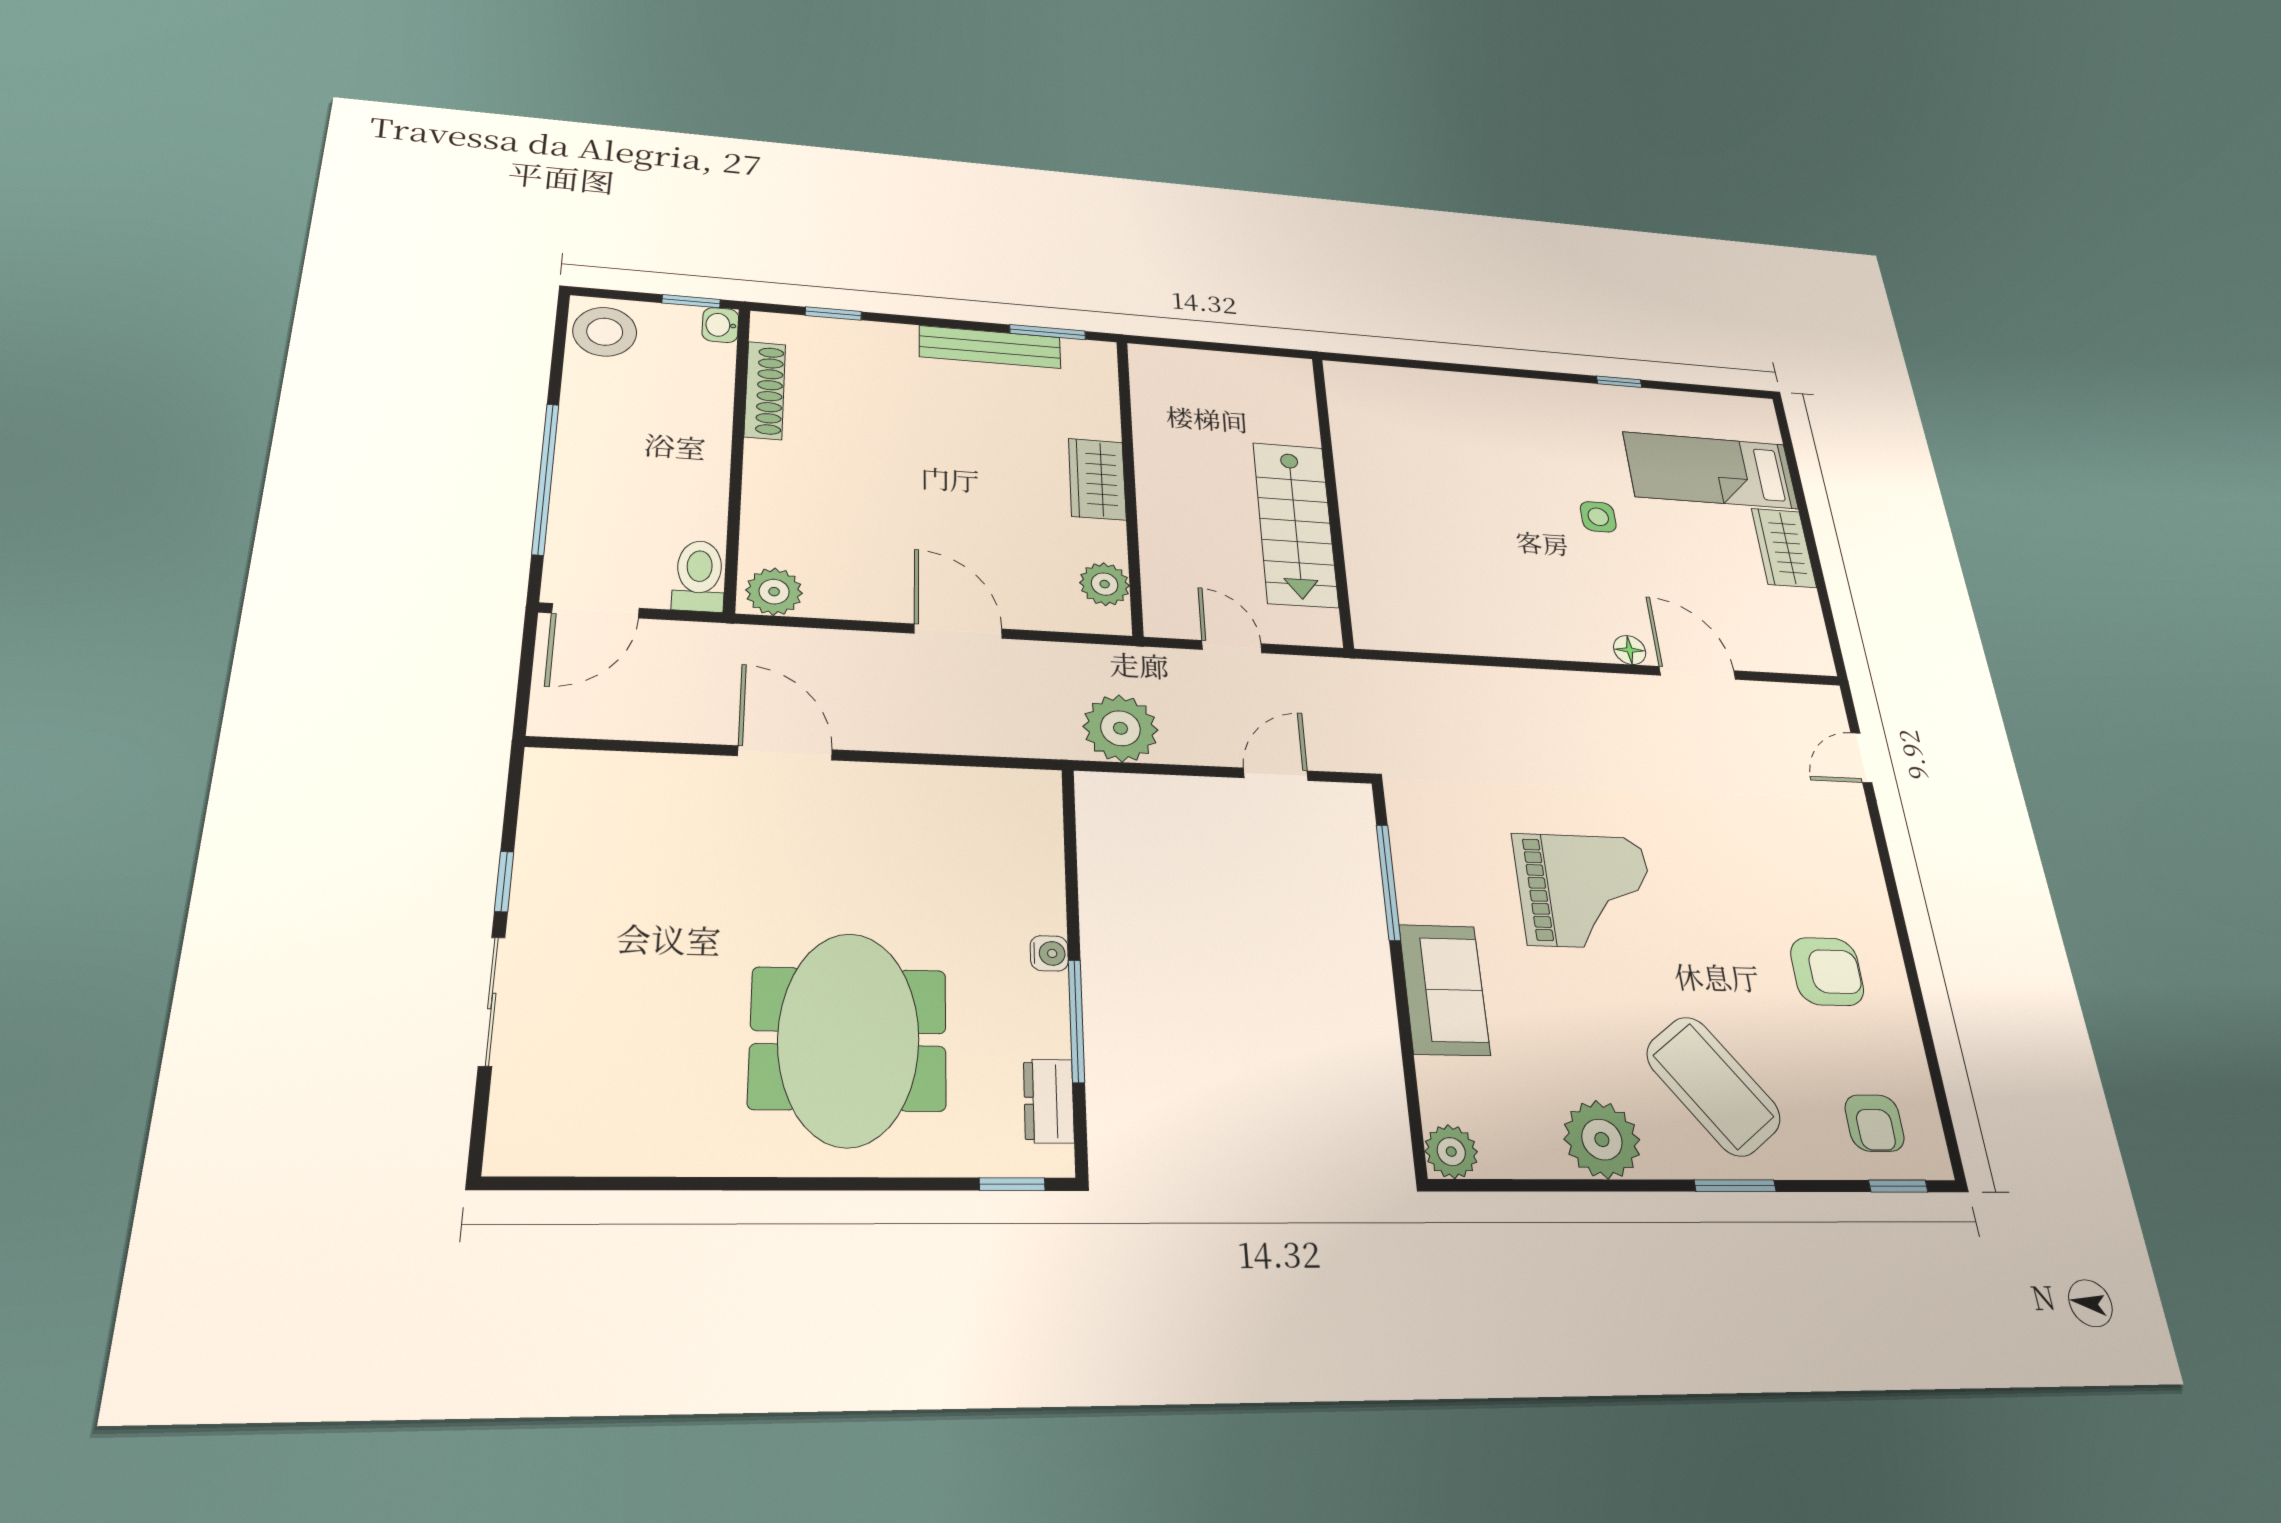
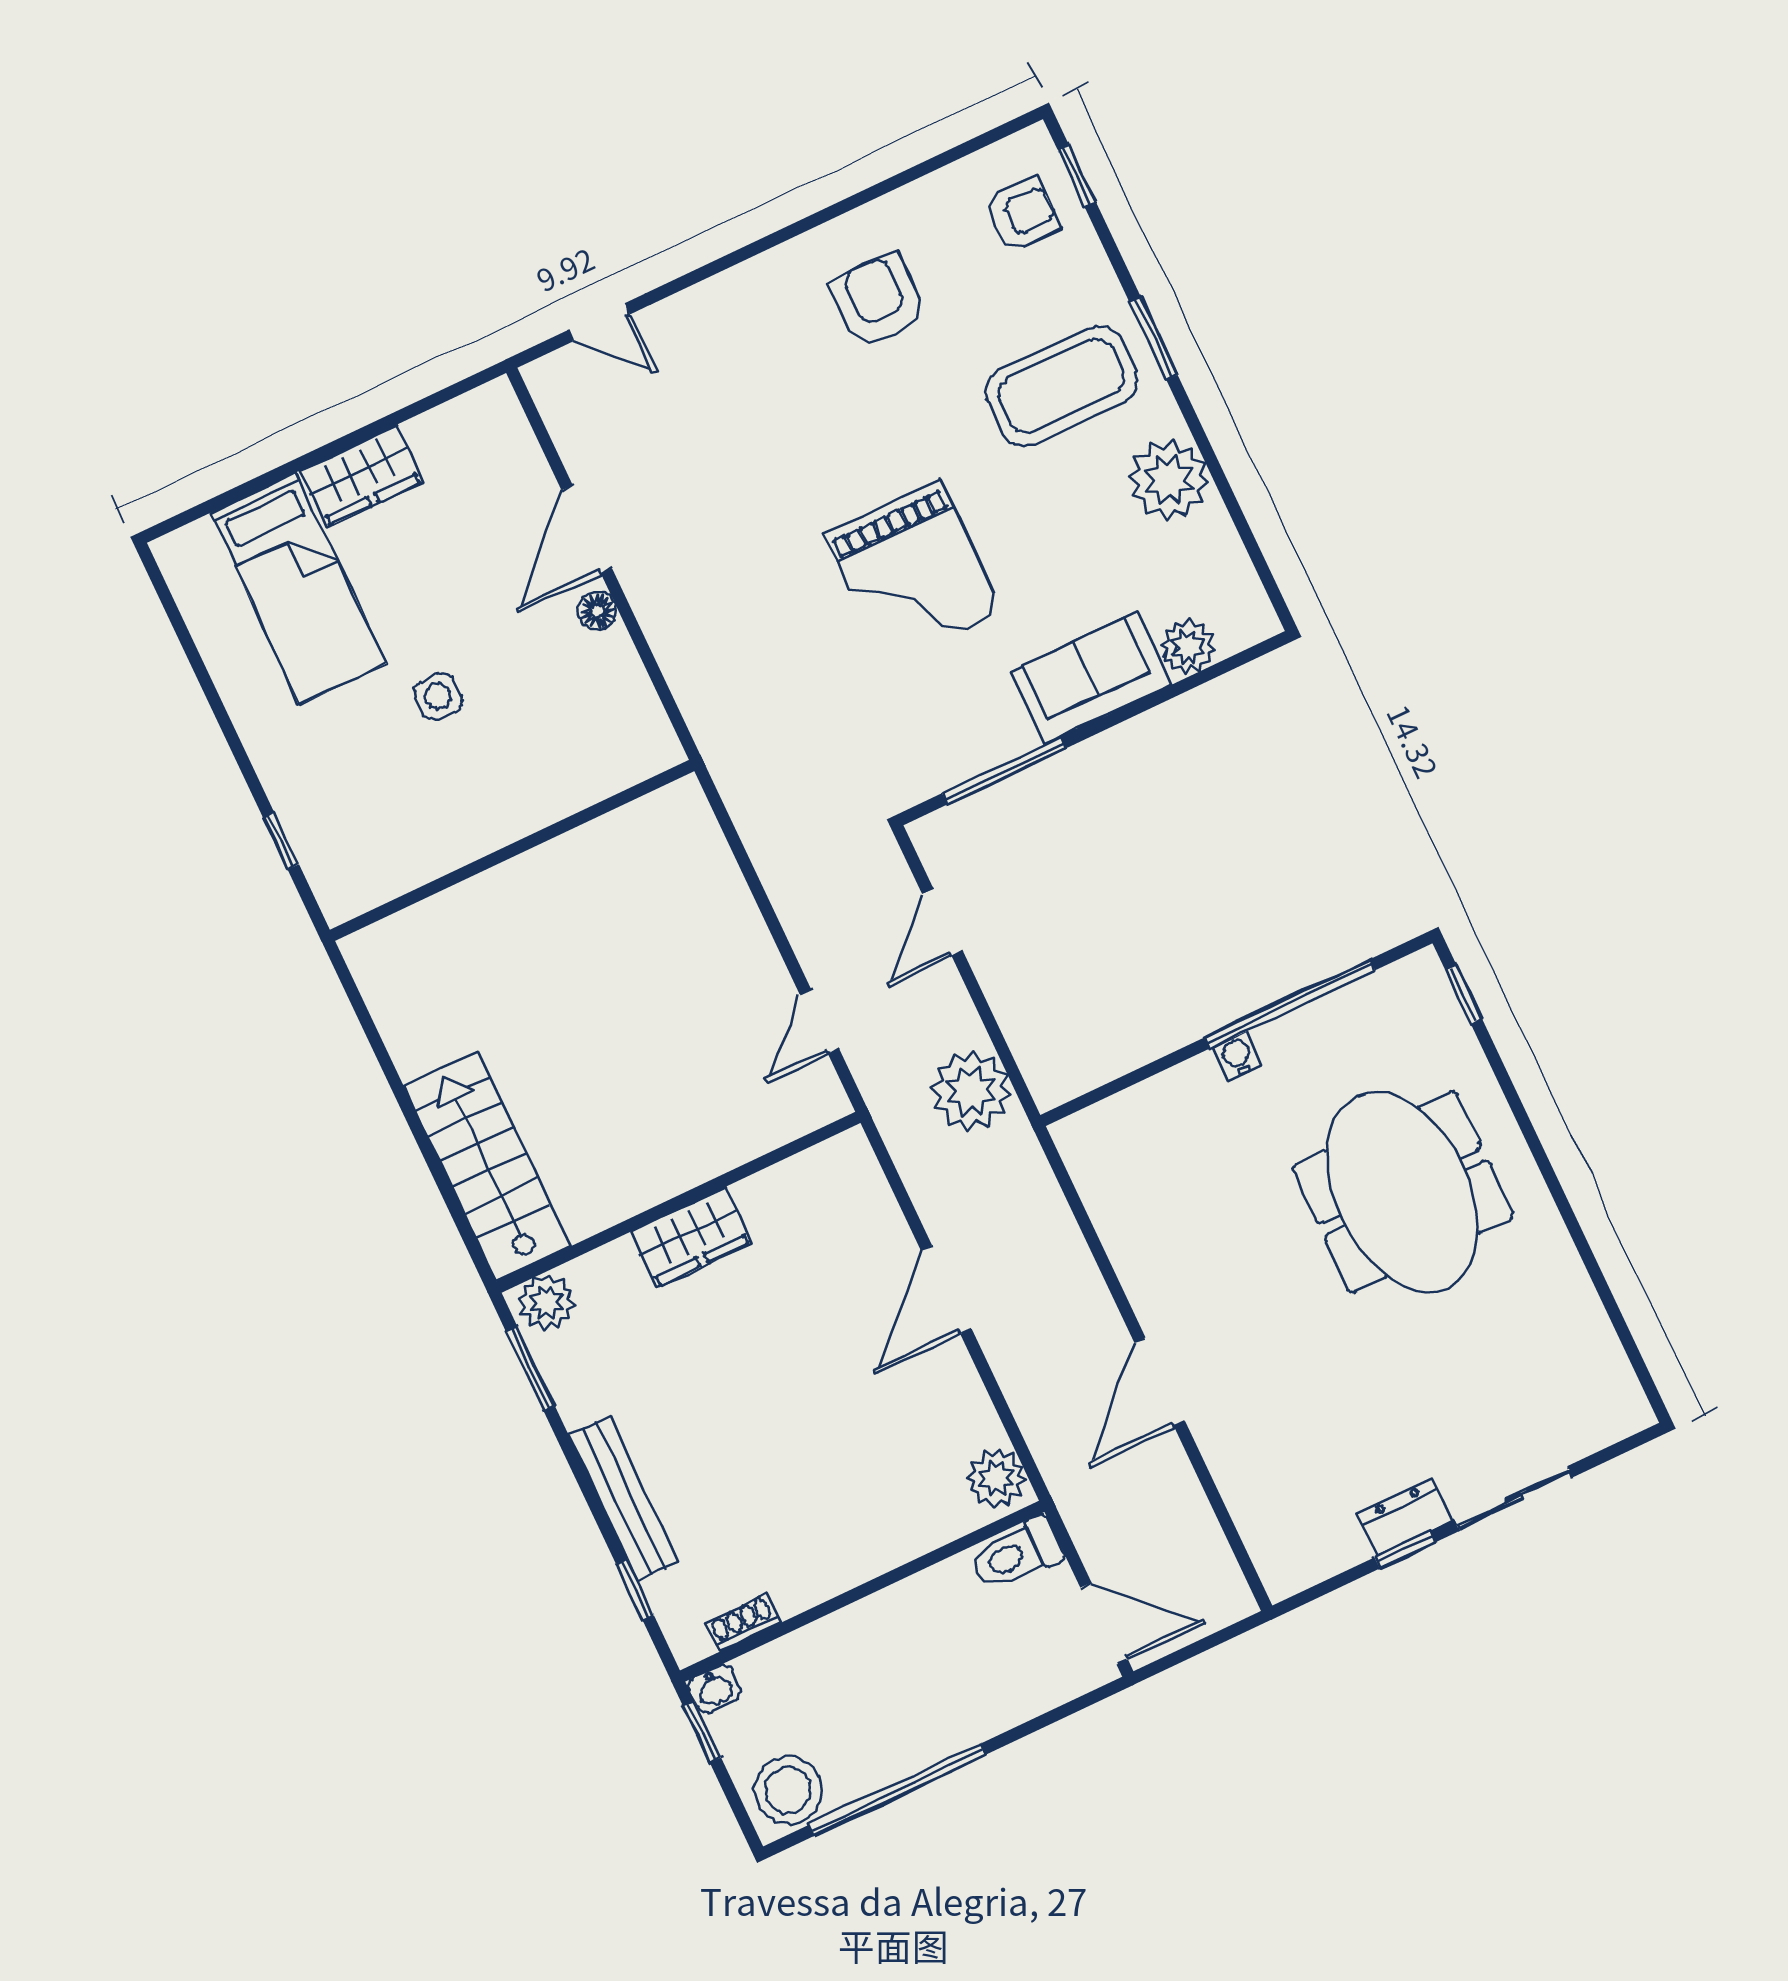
bench: (990, 347) -> (624, 1499), moved
window: (1619, 382) -> (281, 841), moved
shoe rack: (765, 390) -> (743, 1623), width x0.51, depth x0.81
window: (545, 478) -> (898, 1790), moved
wall: (1332, 498) -> (512, 850), moved
stairs: (1295, 524) -> (487, 1166), moved, turned -90
plant: (1105, 584) -> (547, 1302), moved
door: (1276, 774) -> (943, 923), hinge flipped
grand piano: (1586, 891) -> (913, 573), turned 180
window: (1076, 1021) -> (1289, 1004), width x1.46
meeting table: (849, 1039) -> (1403, 1192), turned 90
coffee table: (1713, 1086) -> (1061, 386), turned 37
dresser: (1049, 1101) -> (1405, 1517), moved, turned 180
plant: (1451, 1152) -> (1188, 647), moved

